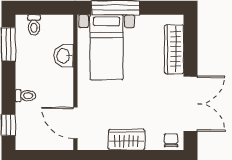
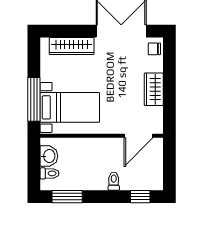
washbasin: (64, 56) -> (49, 156), moved, turned -90

